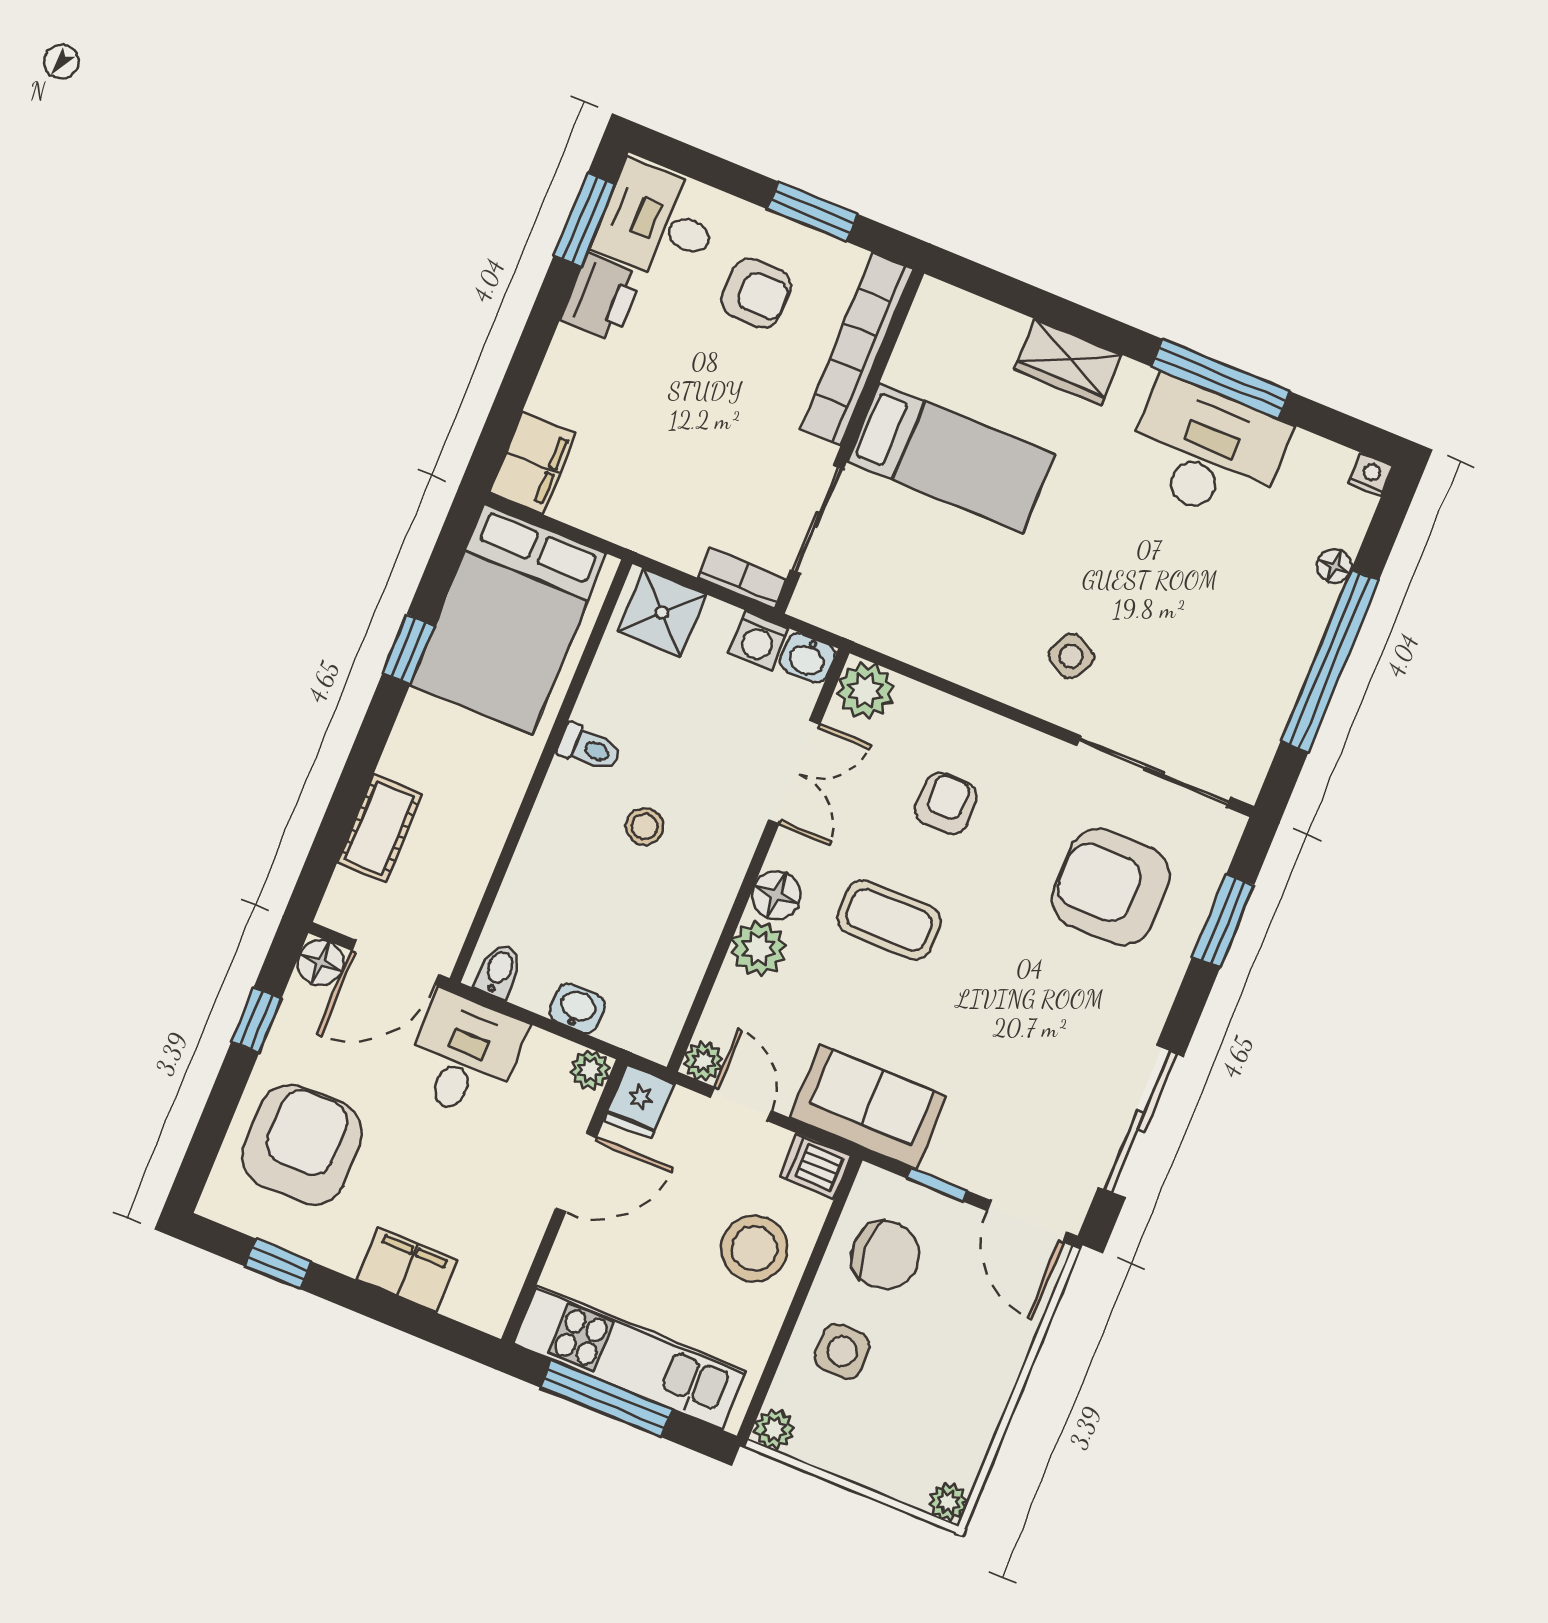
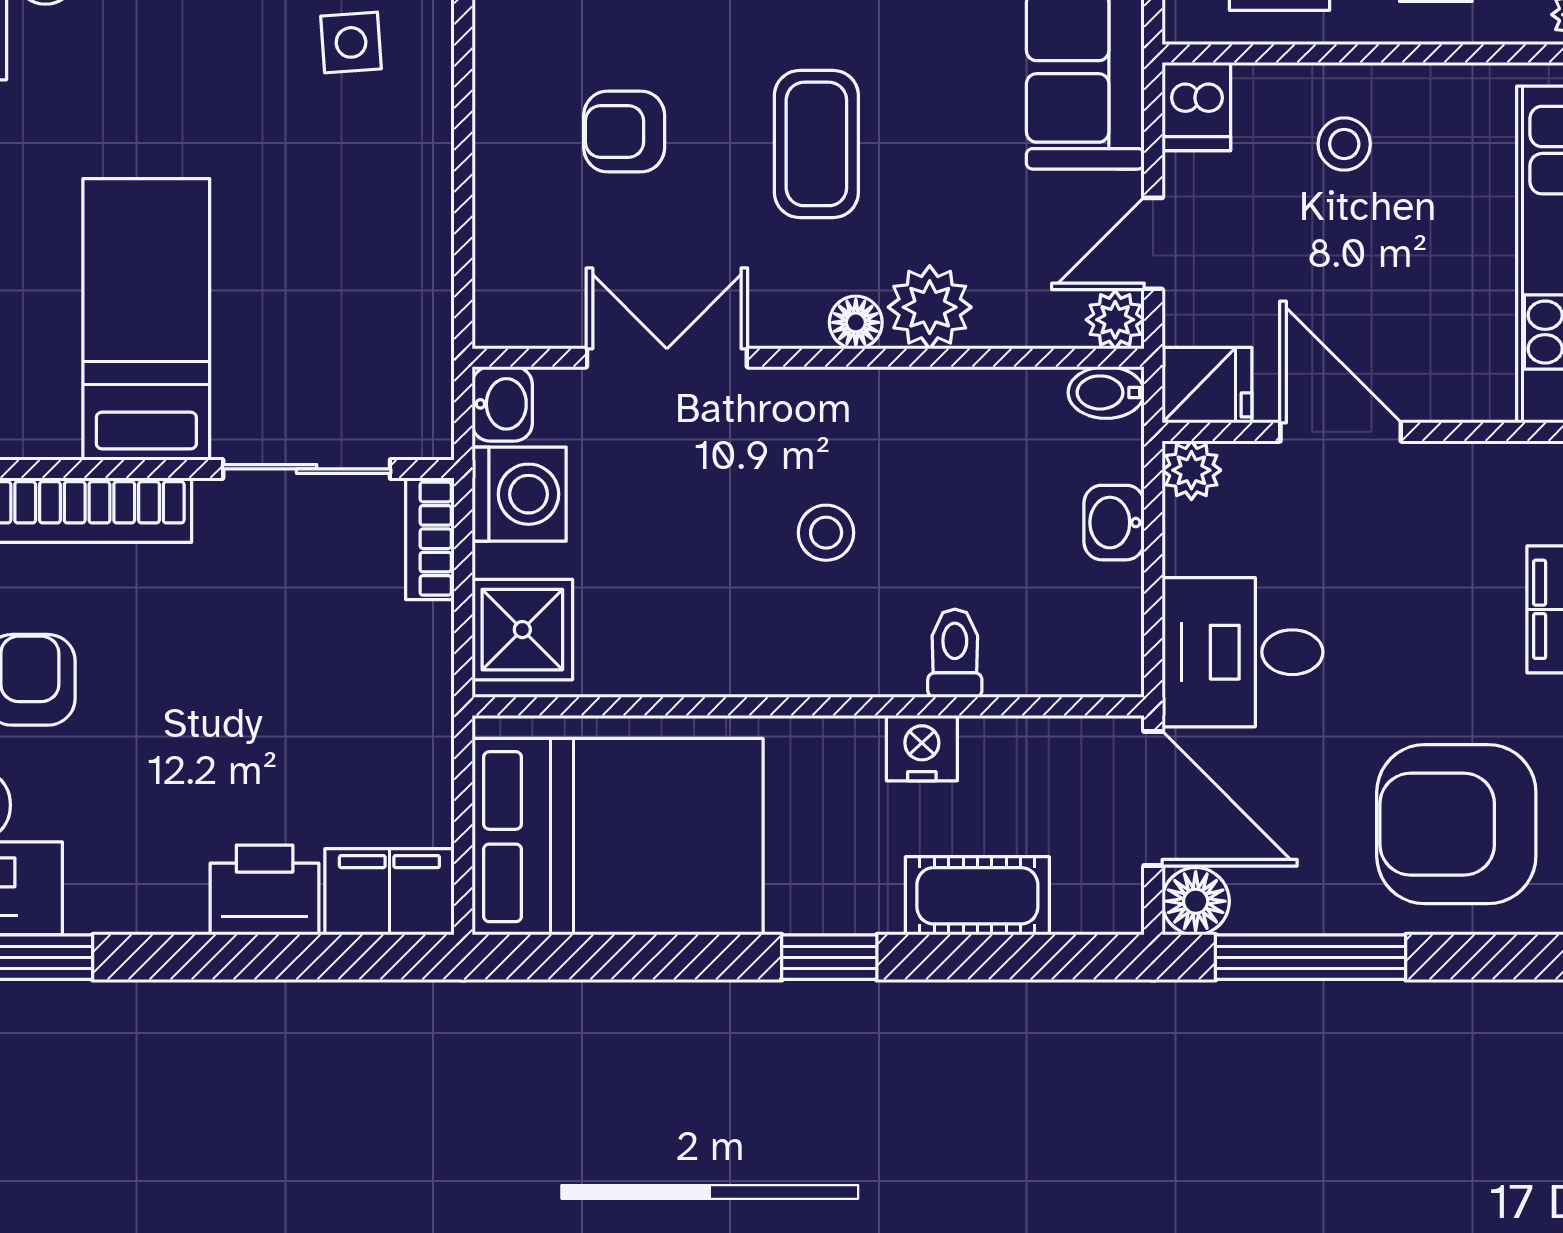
printer: (602, 297) -> (265, 890), moved
washing machine: (758, 641) -> (519, 494), width x1.38, depth x1.38
window: (408, 649) -> (829, 957), moved
side table: (1071, 656) -> (351, 42), turned -31
plant: (865, 691) -> (515, 306), removed
toilet: (589, 748) -> (955, 653), moved
nightstand: (486, 831) -> (922, 748), added
floor lamp: (776, 895) -> (856, 322), width x0.73, depth x0.73
bidet: (499, 971) -> (1106, 392), moved
window: (256, 1020) -> (1311, 957), width x2.17
stool: (754, 1248) -> (1344, 144), width x0.53, depth x0.53

